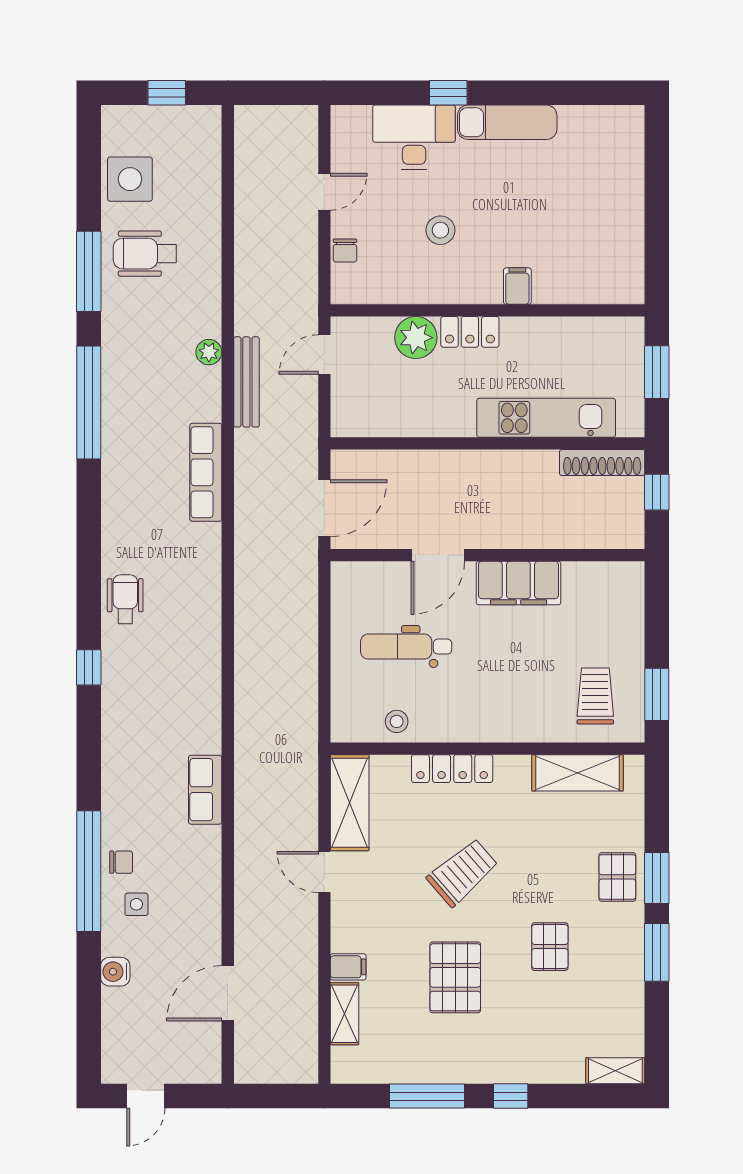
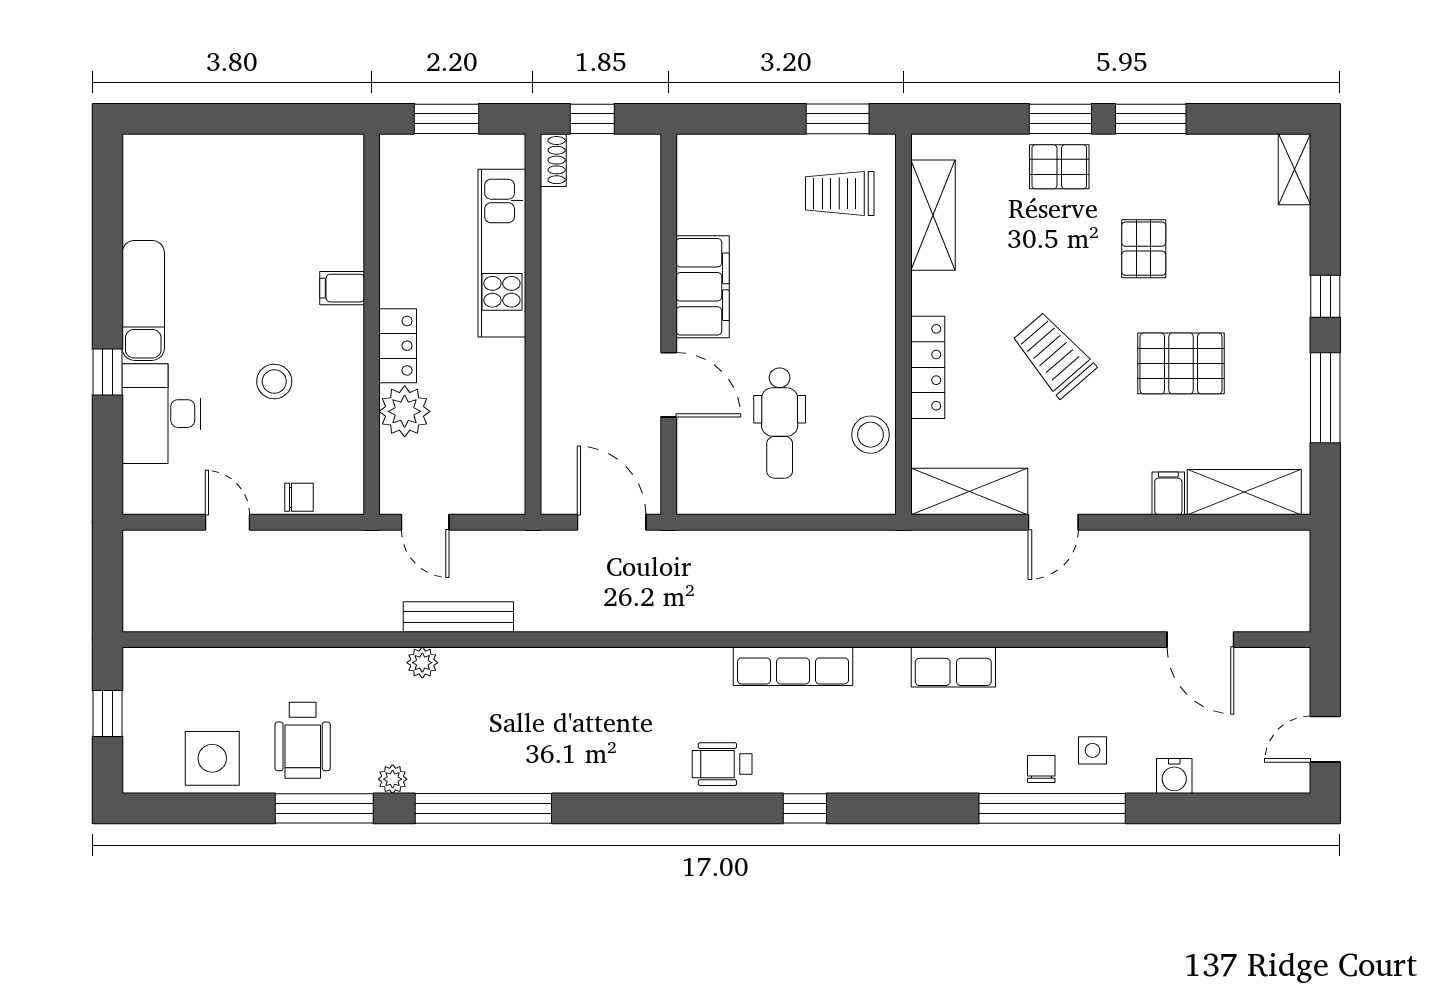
plant: (113, 328) -> (393, 779), added
shoe rack: (602, 463) -> (553, 160), width x0.51, depth x0.81
row of seats: (206, 472) -> (793, 666), moved
stool: (397, 721) -> (870, 435), width x1.37, depth x1.37
pallet: (550, 947) -> (1144, 249), turned 90
shelving: (345, 1014) -> (1244, 492), width x1.50, depth x1.33
door: (146, 1096) -> (1325, 739), swing flipped

